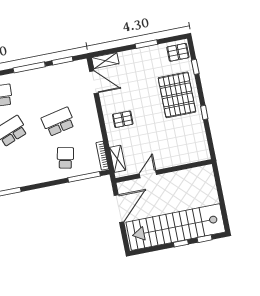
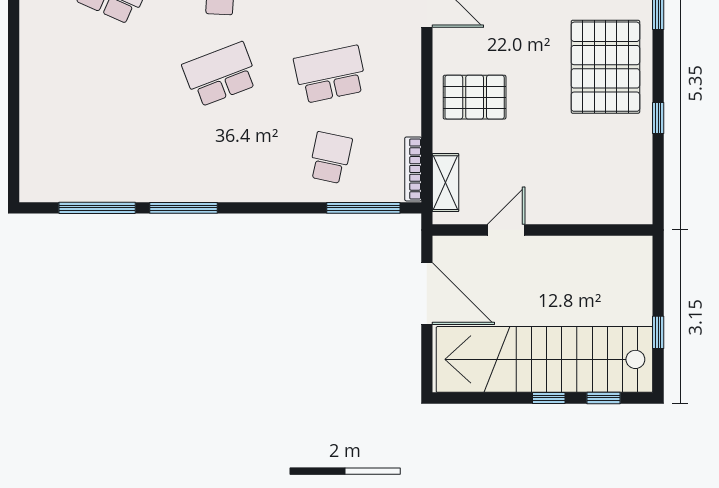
pallet: (123, 119) -> (475, 97), width x1.50, depth x1.42
window: (223, 206) -> (658, 332), added
door: (119, 209) -> (427, 294), hinge flipped

